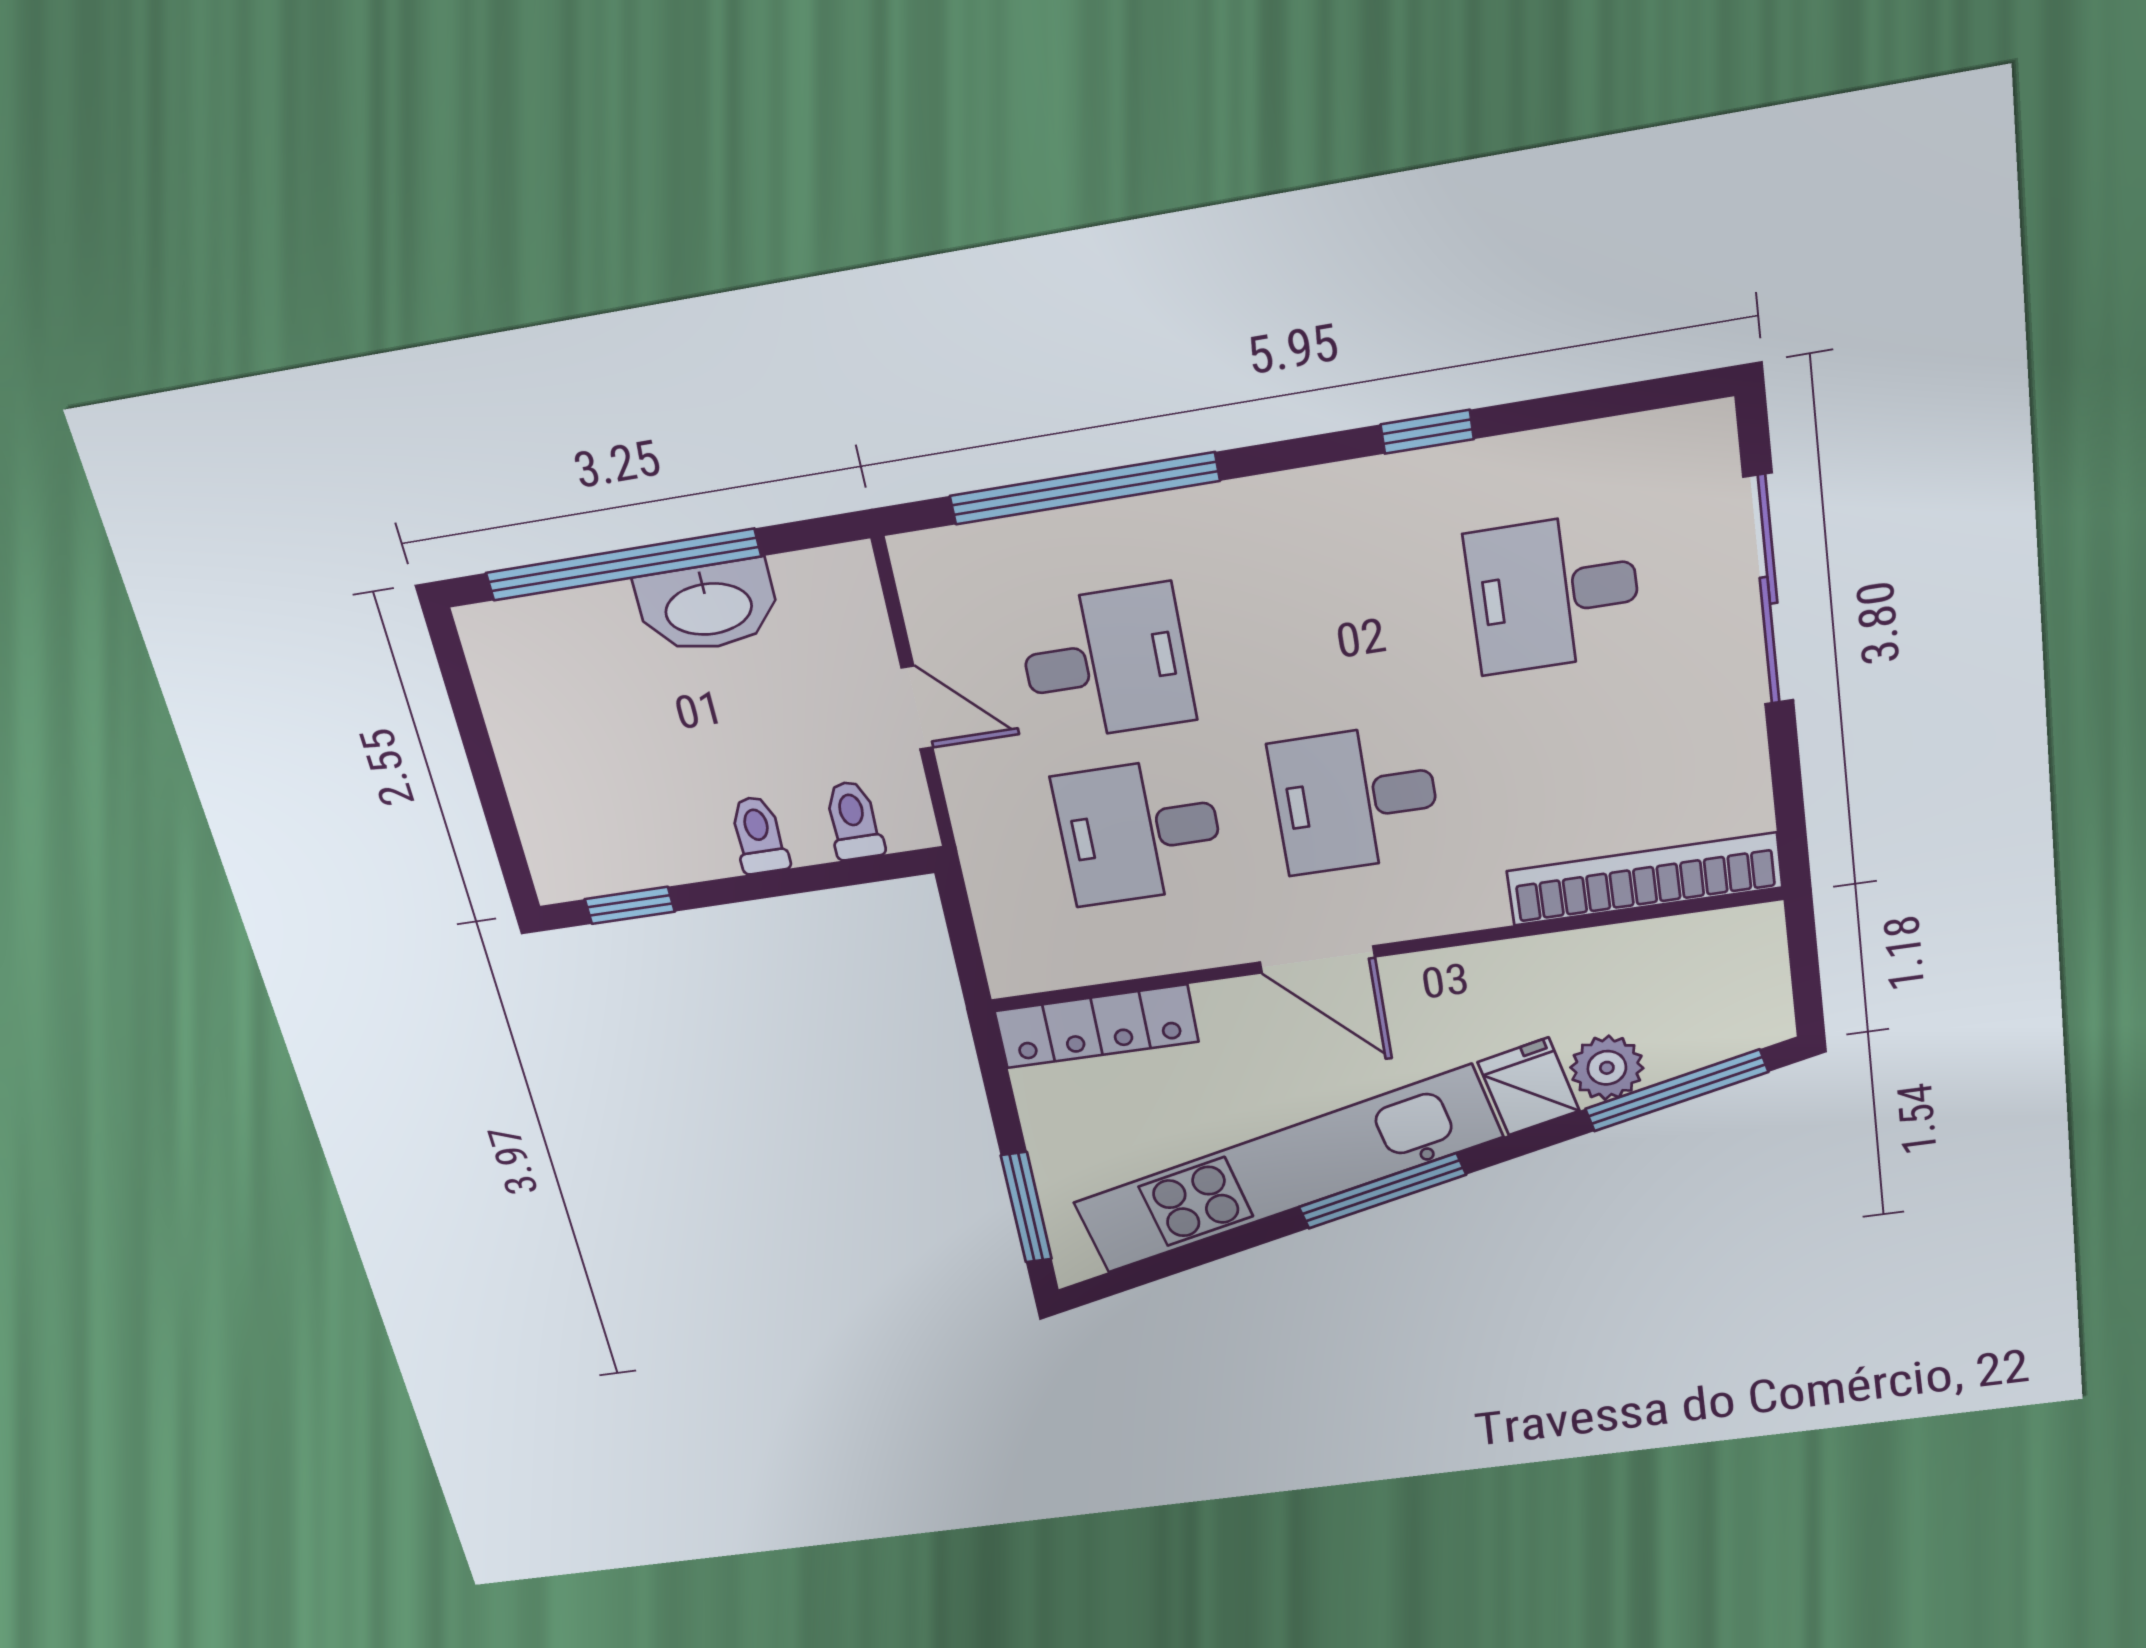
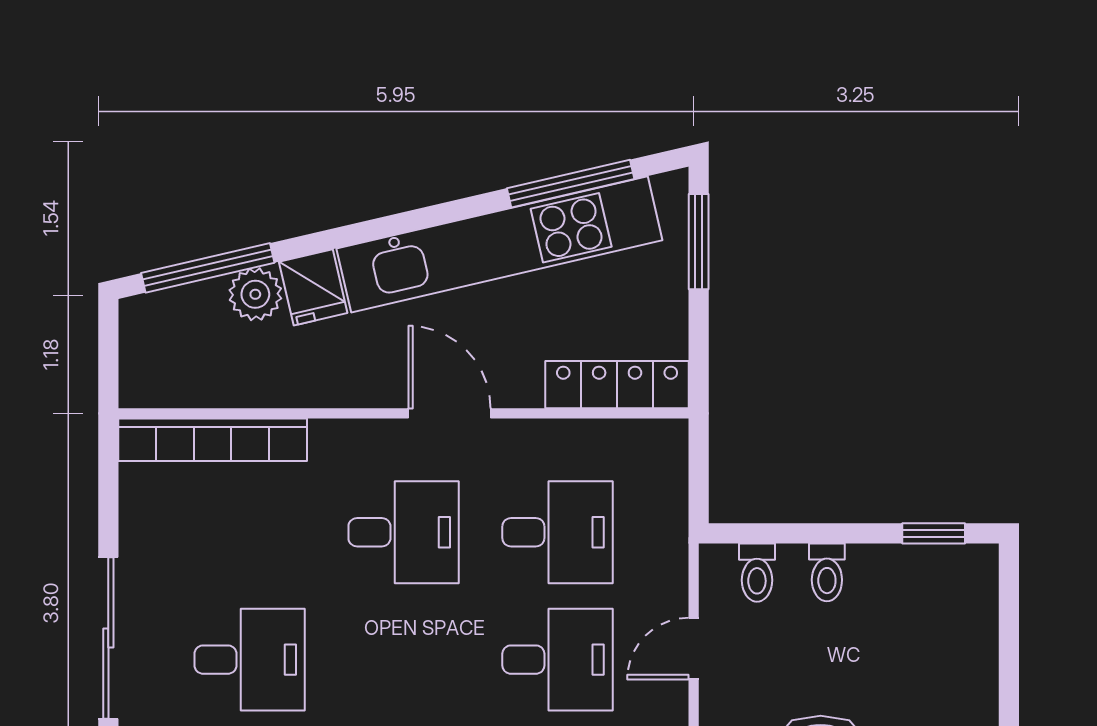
desk: (1106, 663) -> (558, 660), turned 180
door: (917, 708) -> (694, 649), hinge flipped
window: (1382, 1191) -> (571, 184), moved

